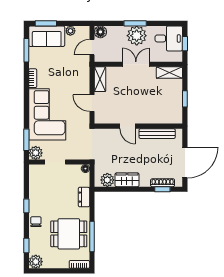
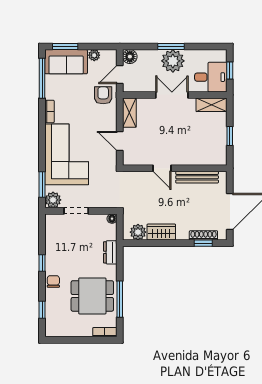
desk: (169, 38) -> (211, 77), moved
window: (26, 50) -> (42, 78), width x1.44
armchair: (78, 65) -> (103, 95), added
plant: (36, 262) -> (53, 329), removed

